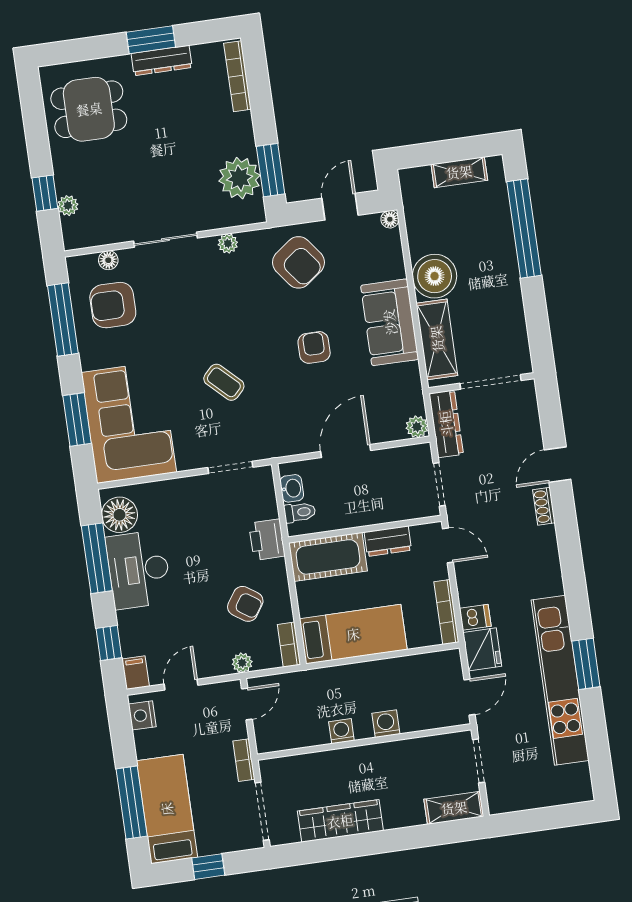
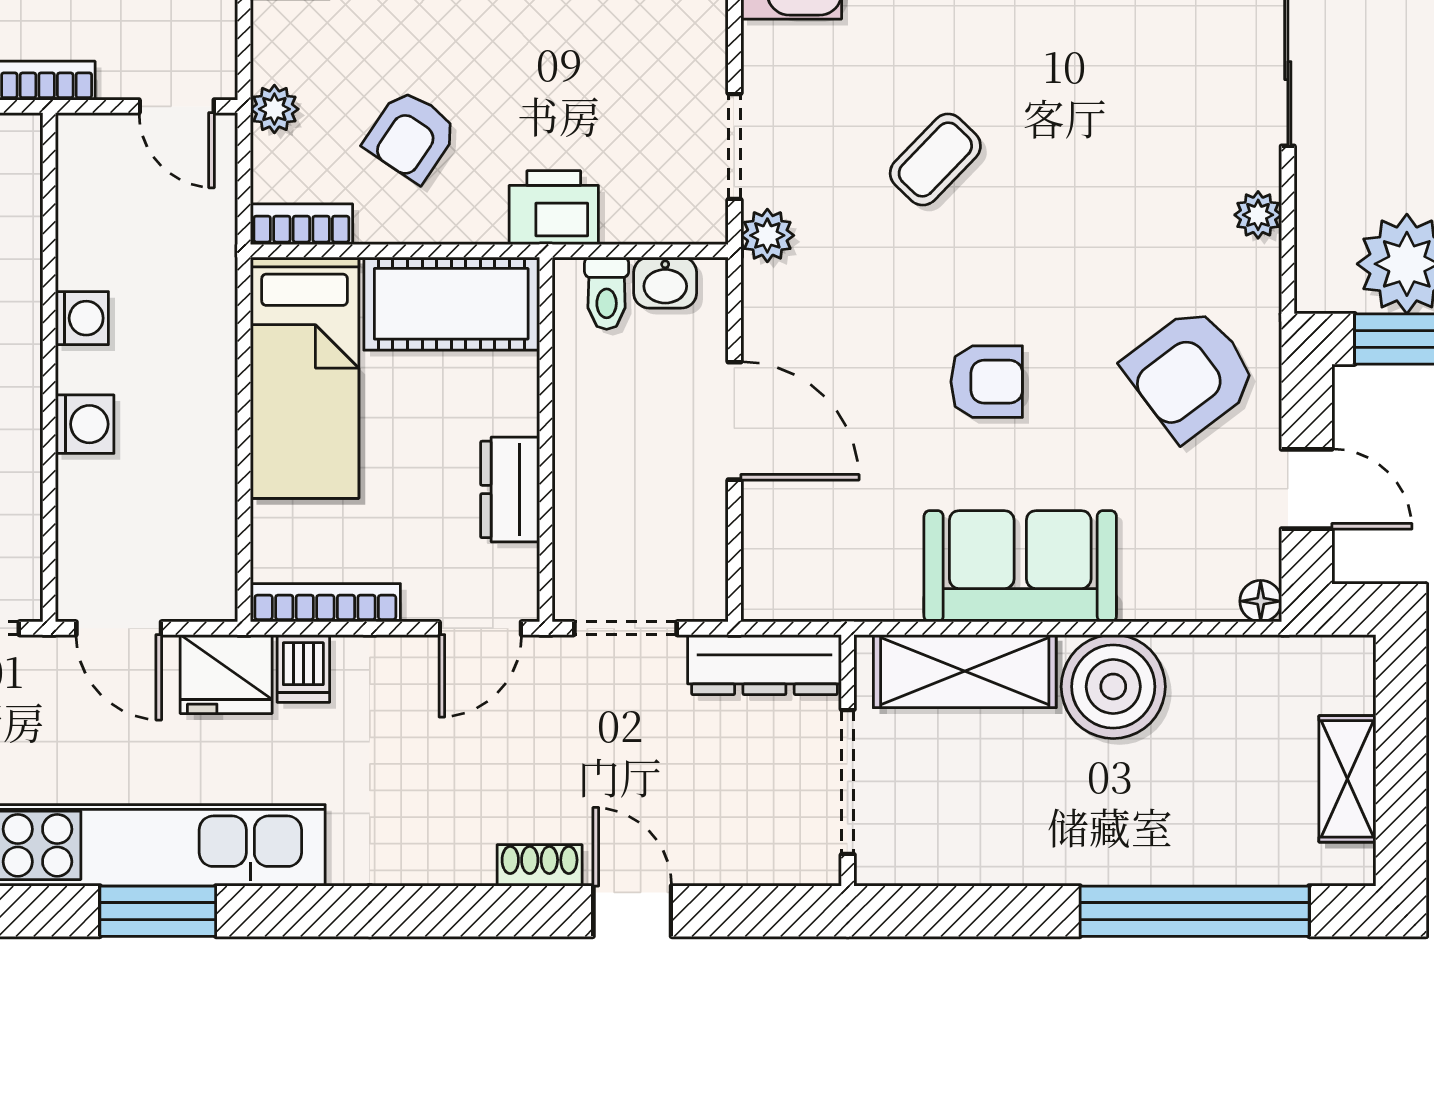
plant: (417, 427) -> (767, 235), moved
cot: (328, 557) -> (451, 304), moved, turned 90

